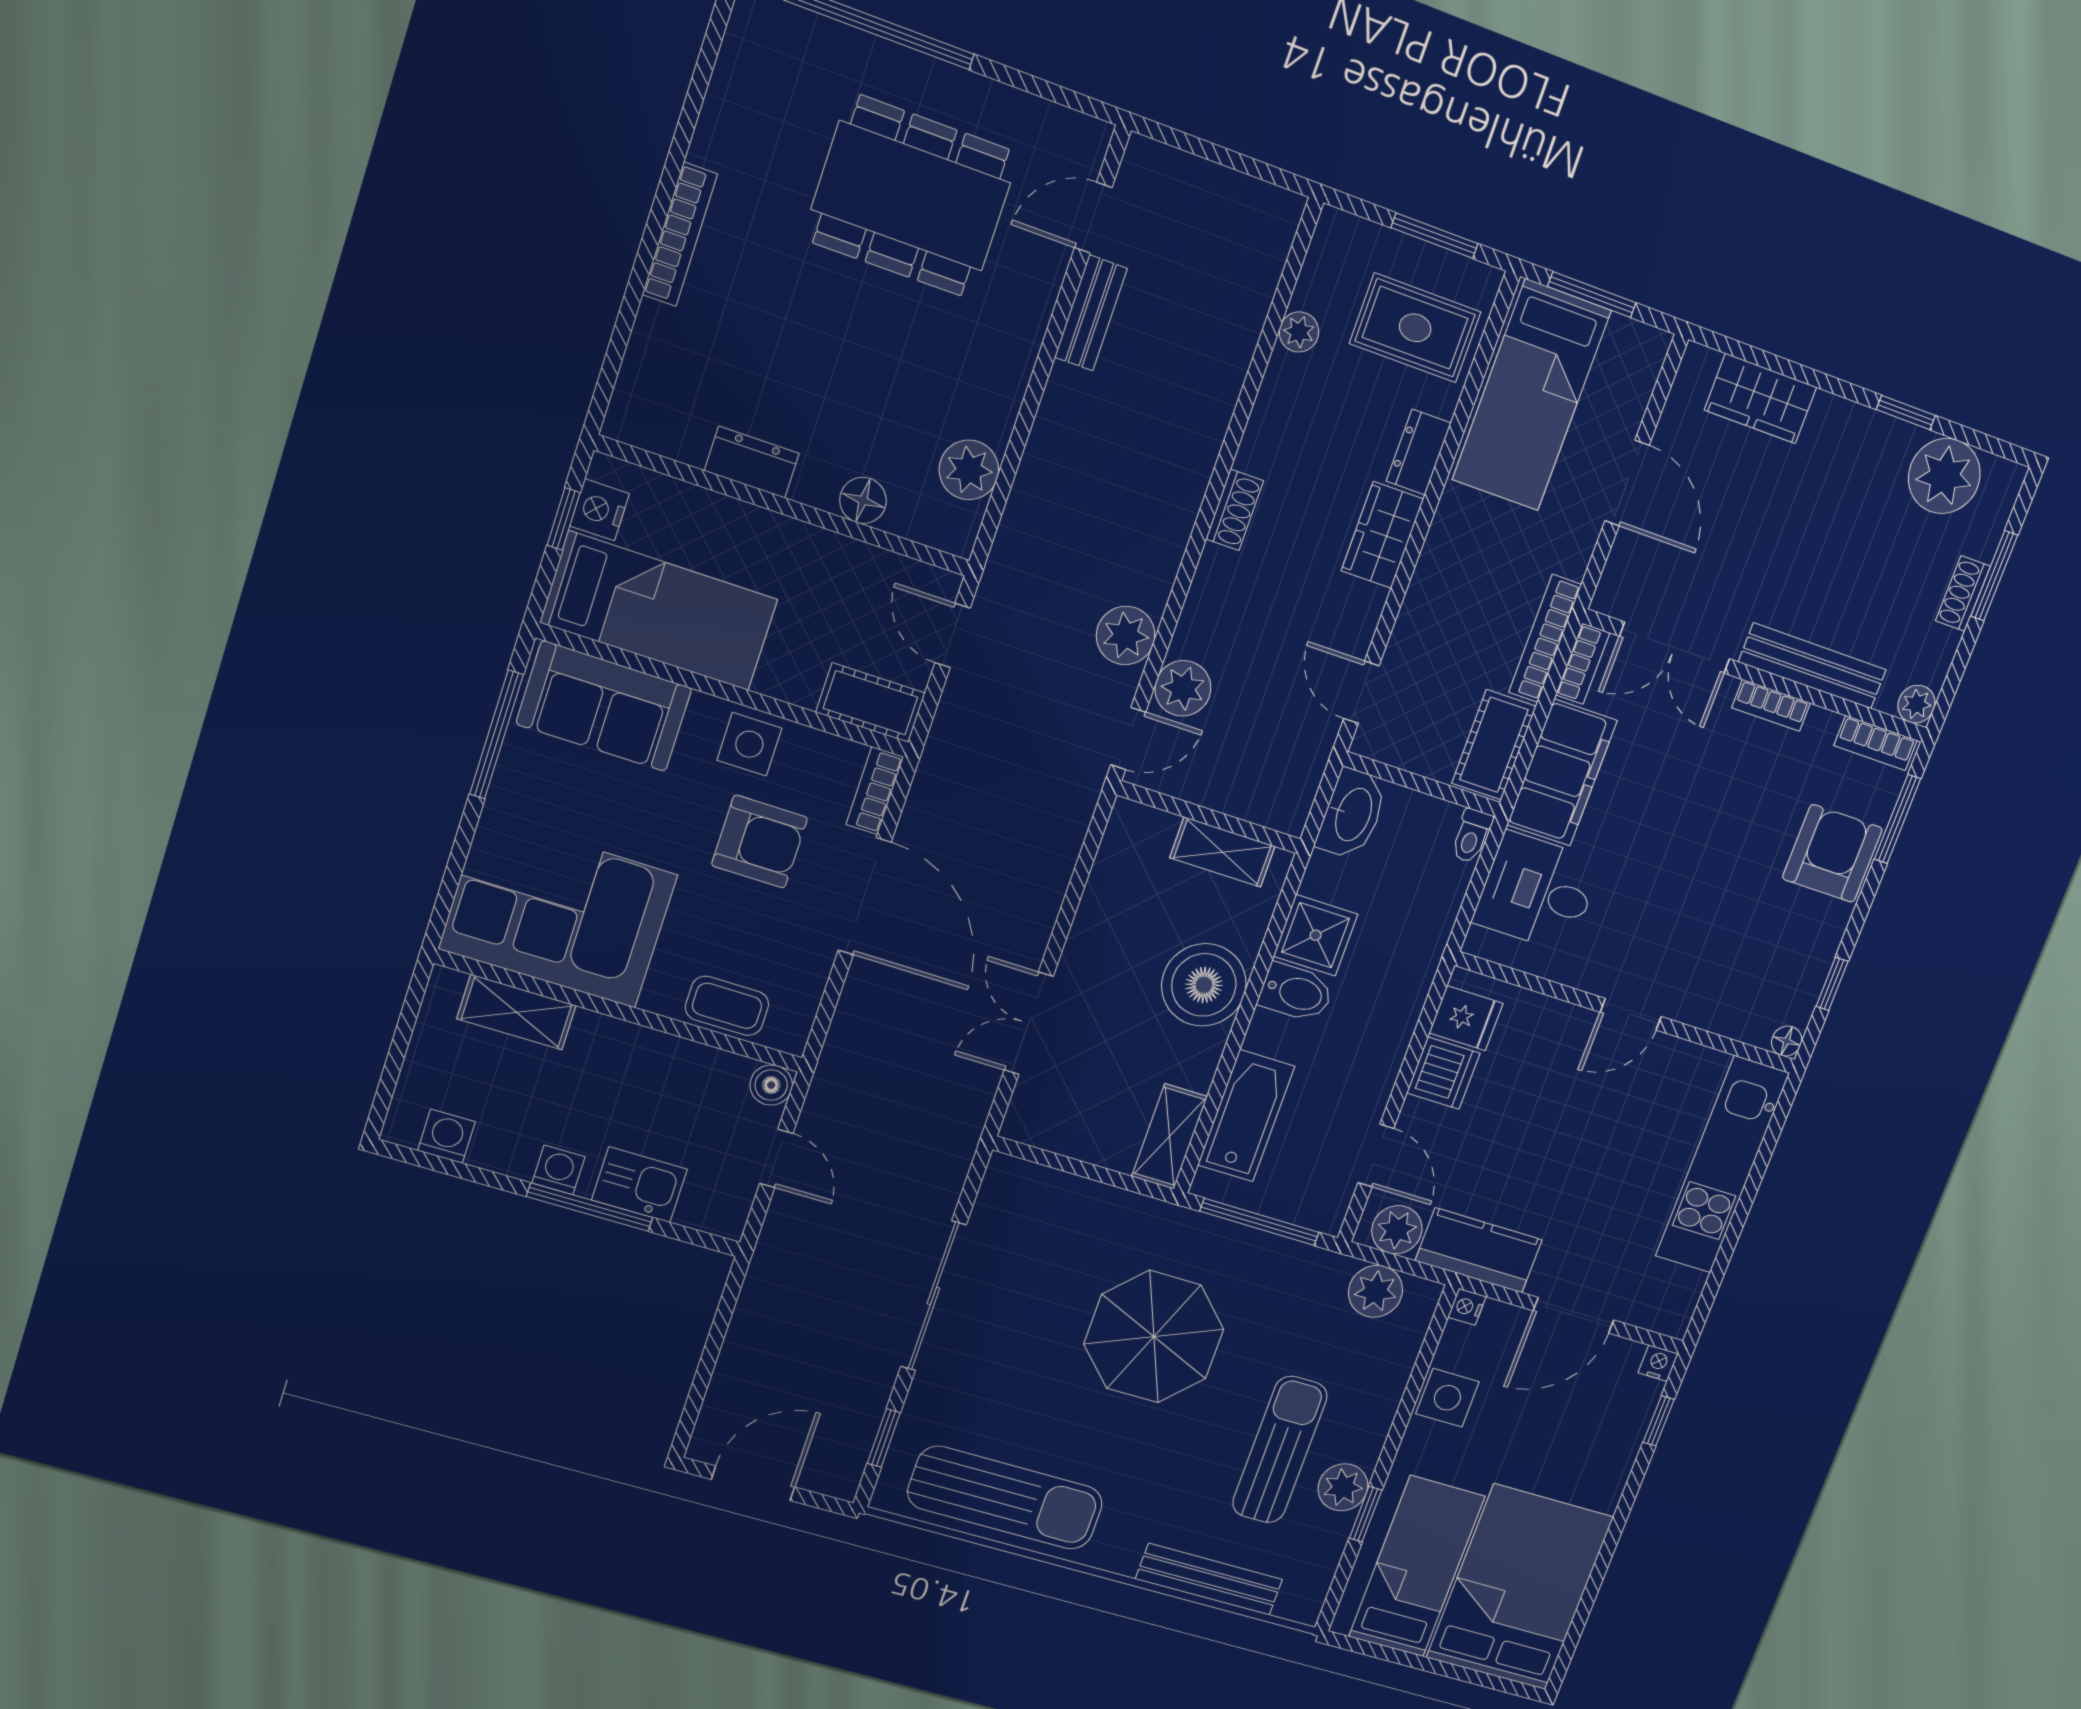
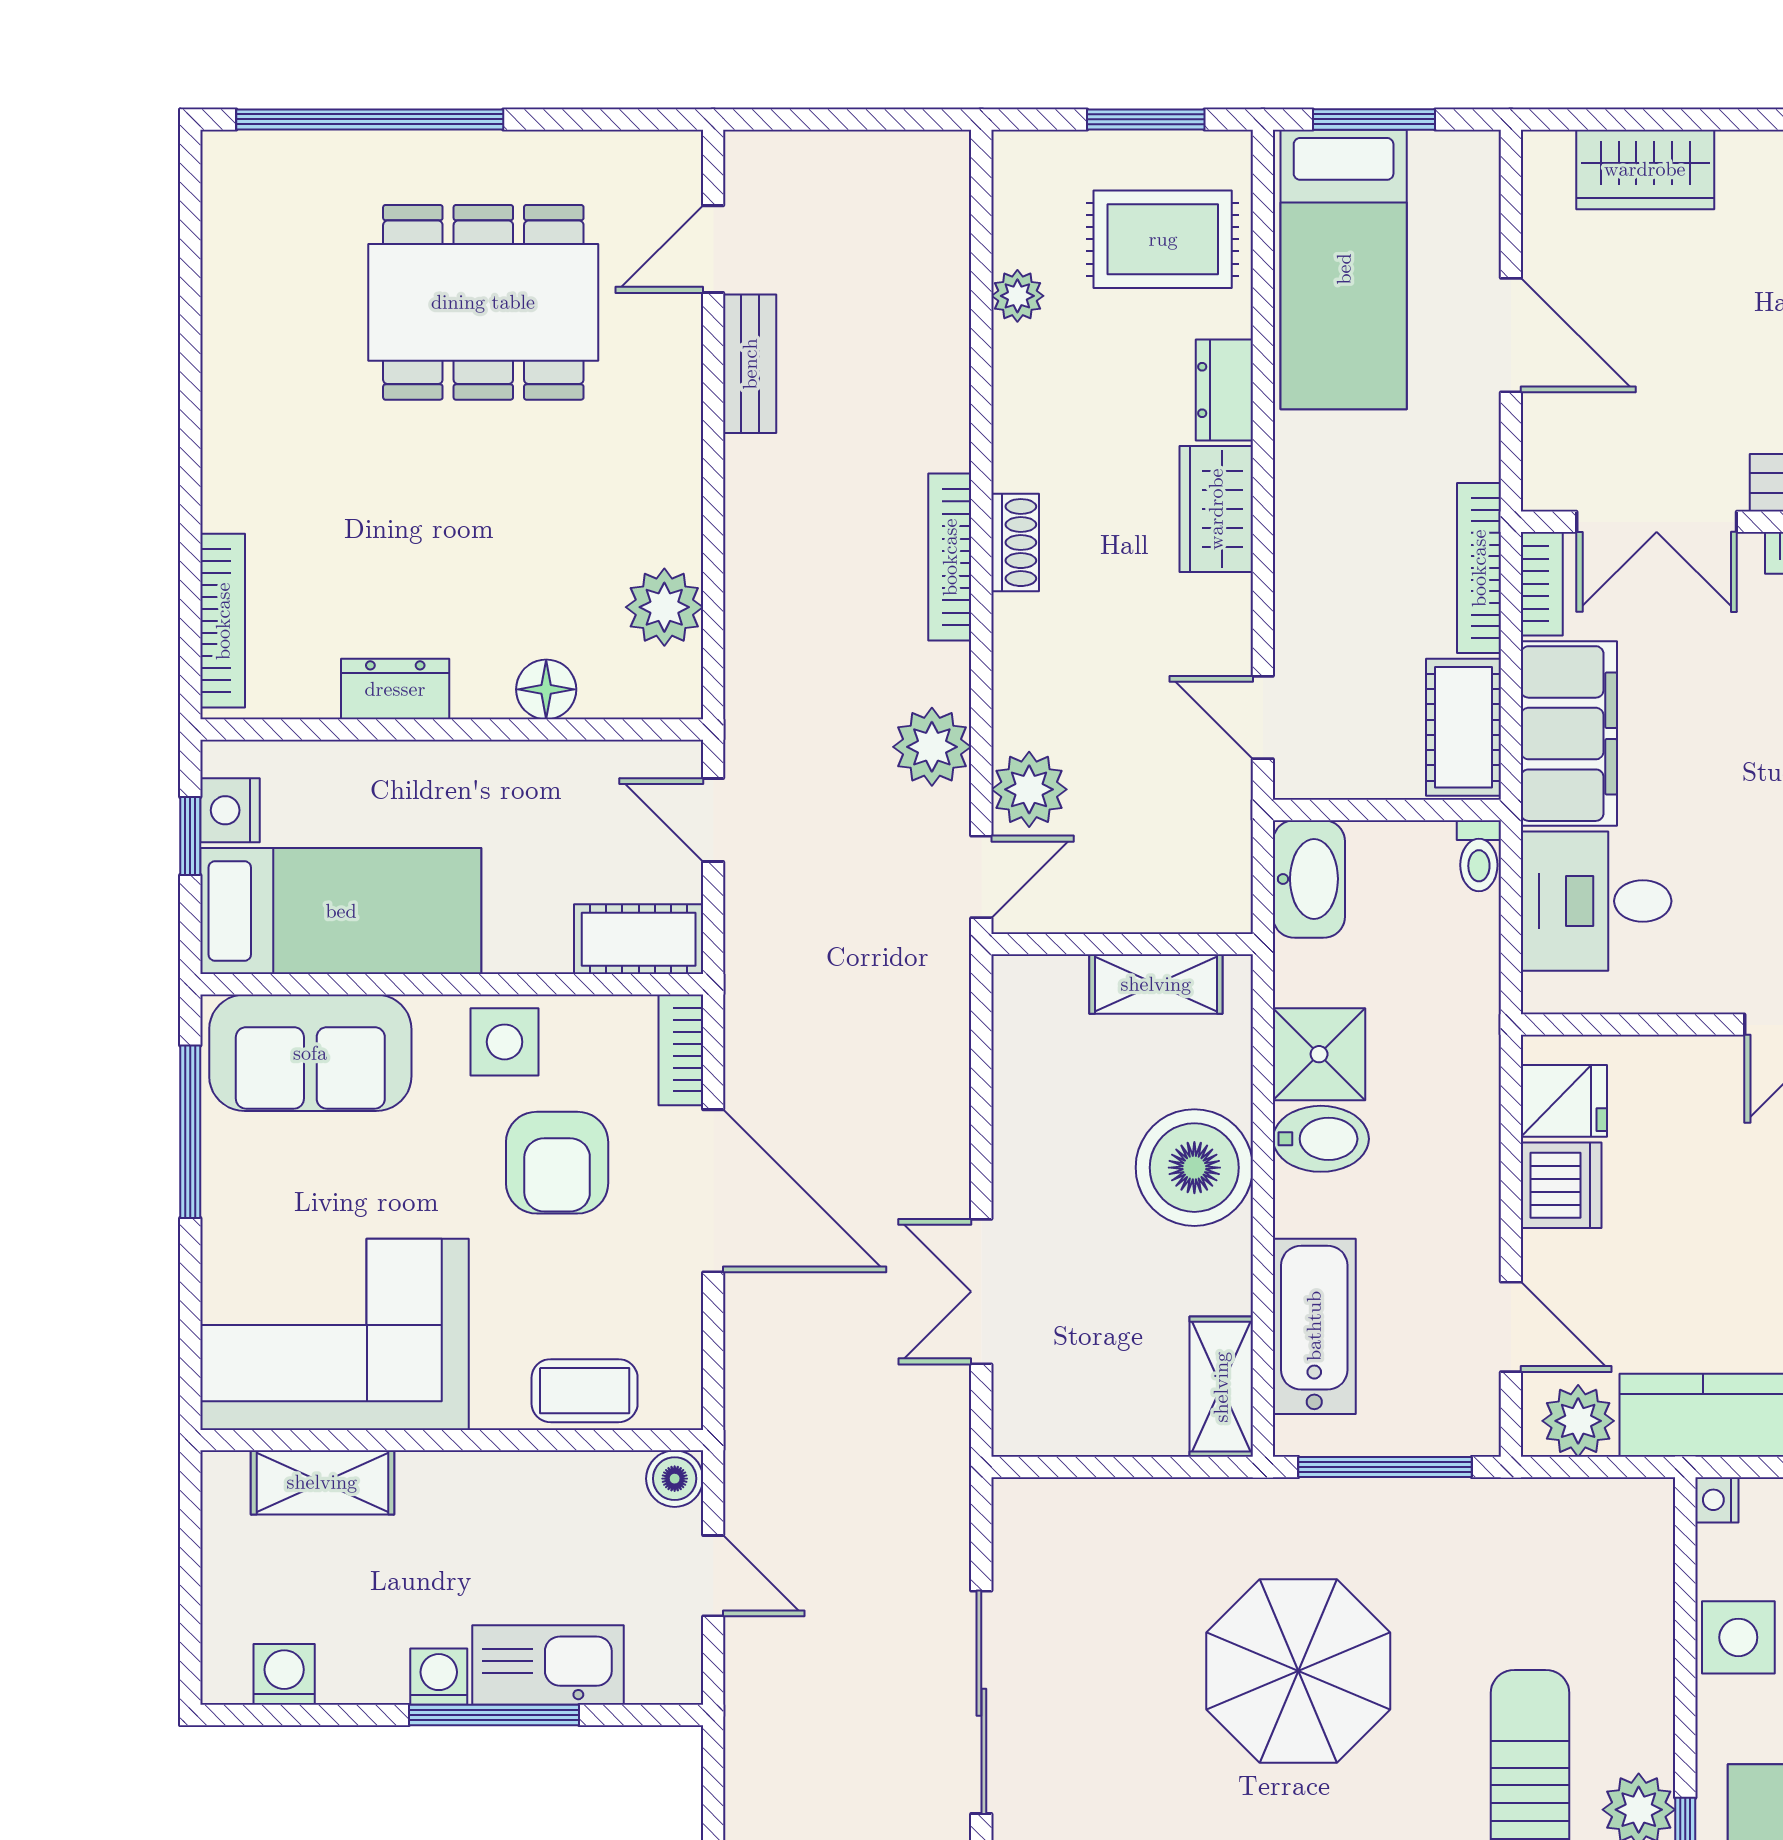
bookcase: (680, 234) -> (223, 621), moved
bookcase: (1185, 504) -> (950, 557), added
armchair: (759, 842) -> (557, 1163), turned 90
kitchen sink: (639, 1185) -> (548, 1665), width x1.38
plant: (1375, 1291) -> (1581, 1516), removed

